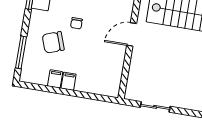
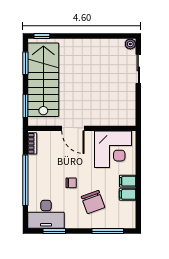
corner desk: (103, 72) -> (113, 149), added
sliding door: (155, 107) -> (138, 69), moved

